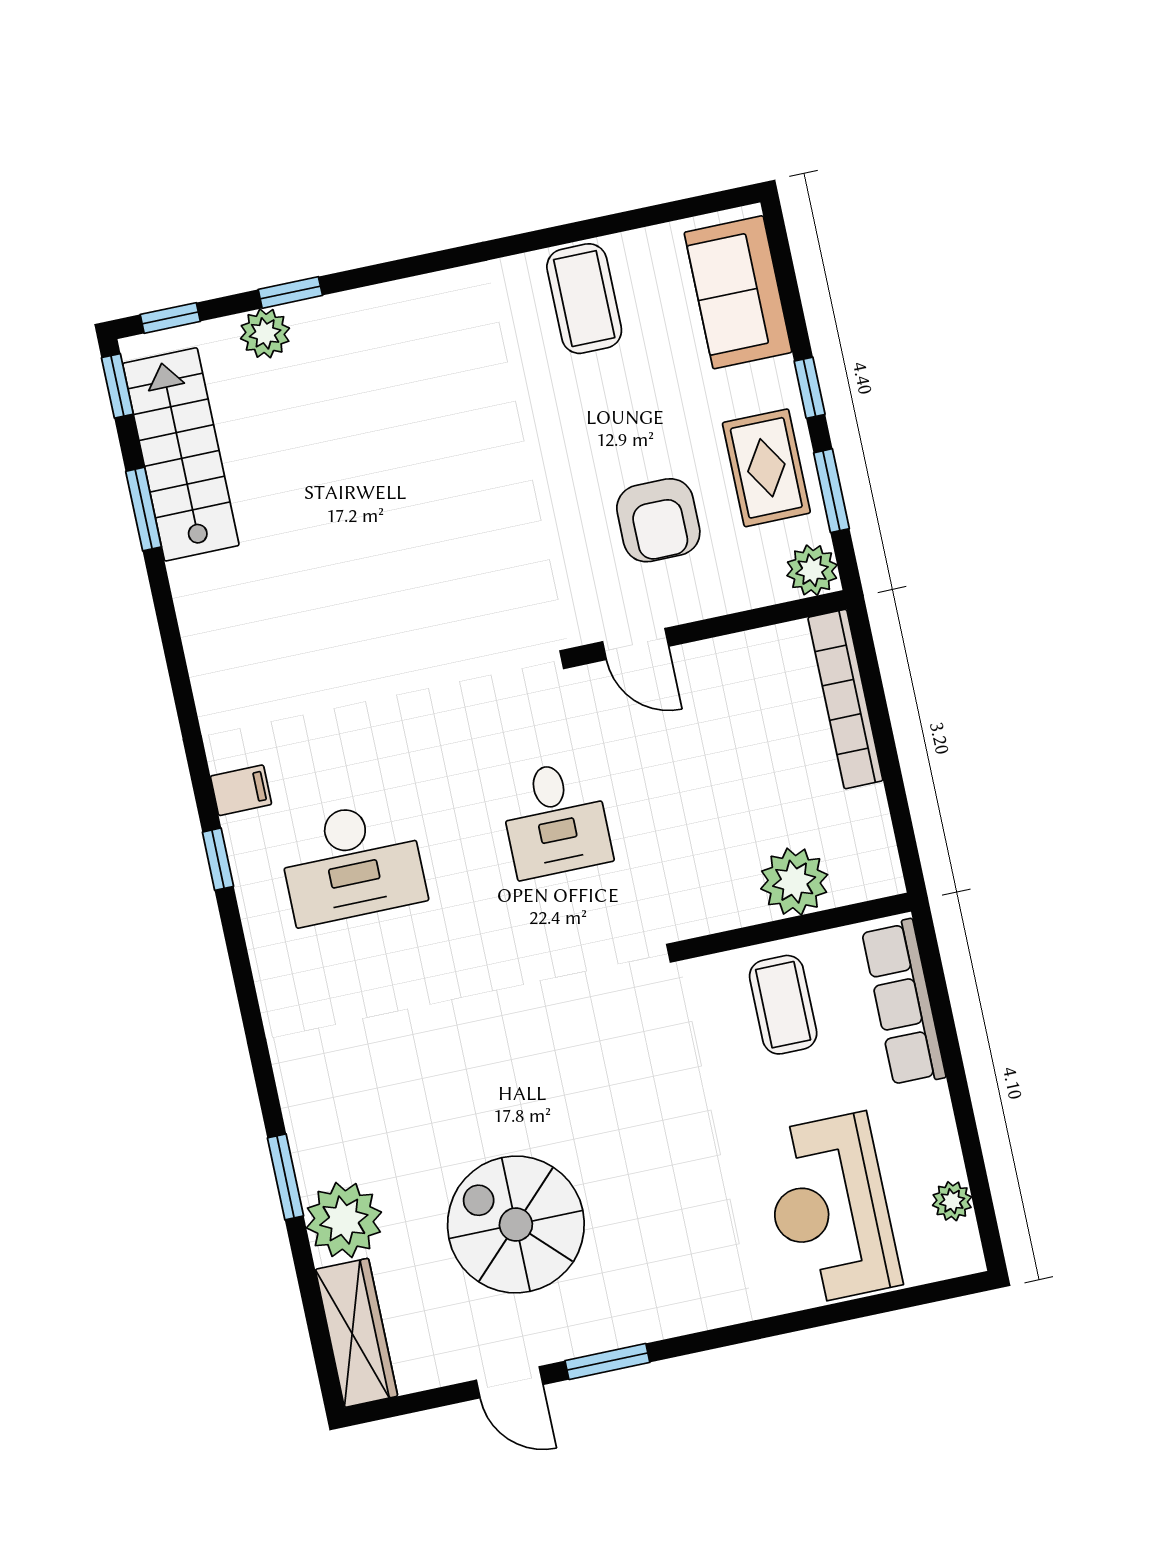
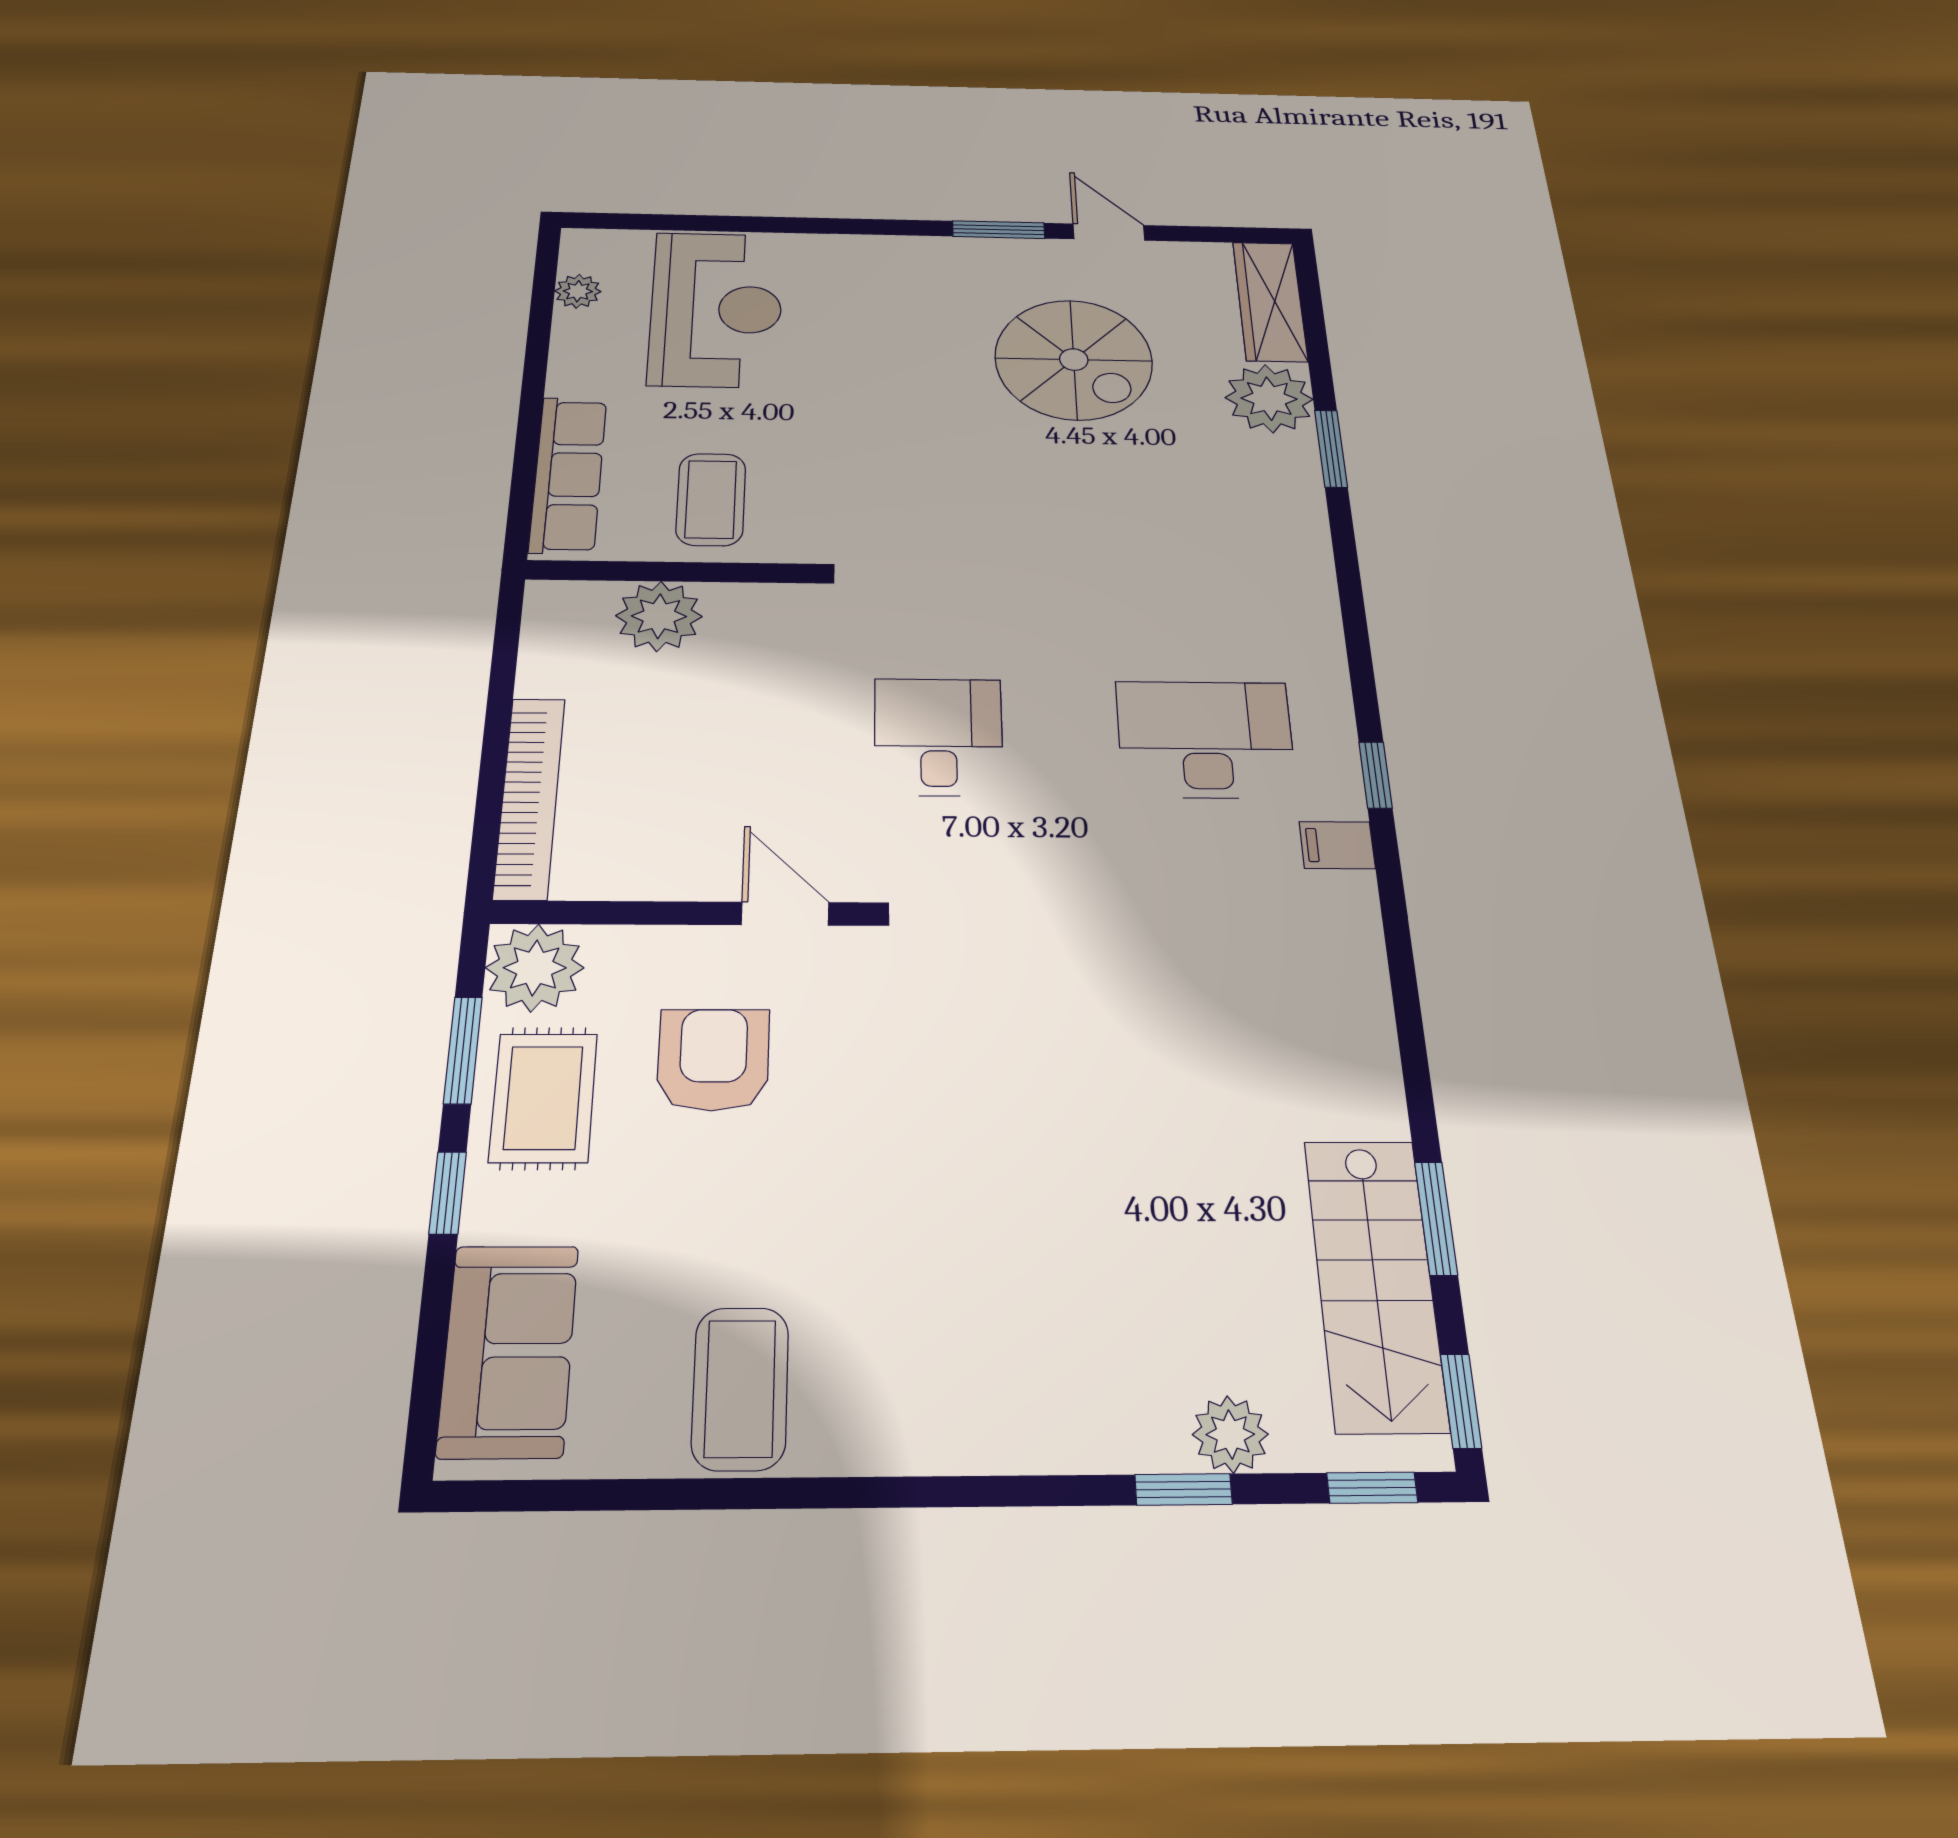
plant: (812, 570) -> (535, 968), width x1.36, depth x1.36

